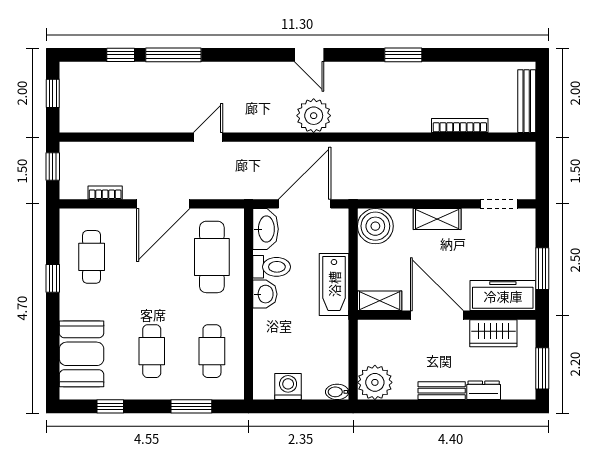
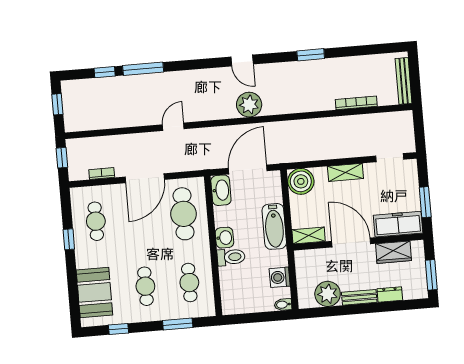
toilet: (272, 267) -> (231, 257), moved
plant: (375, 382) -> (328, 294), moved
washing machine: (288, 387) -> (280, 277), moved, turned -90

